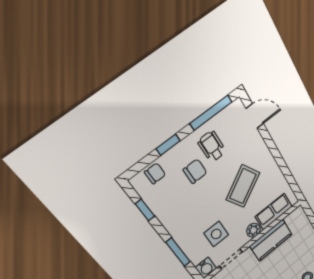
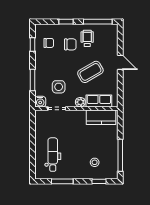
door: (255, 116) -> (120, 62), moved
chair: (155, 173) -> (49, 43), moved
kitchen counter: (271, 240) -> (101, 117), moved

